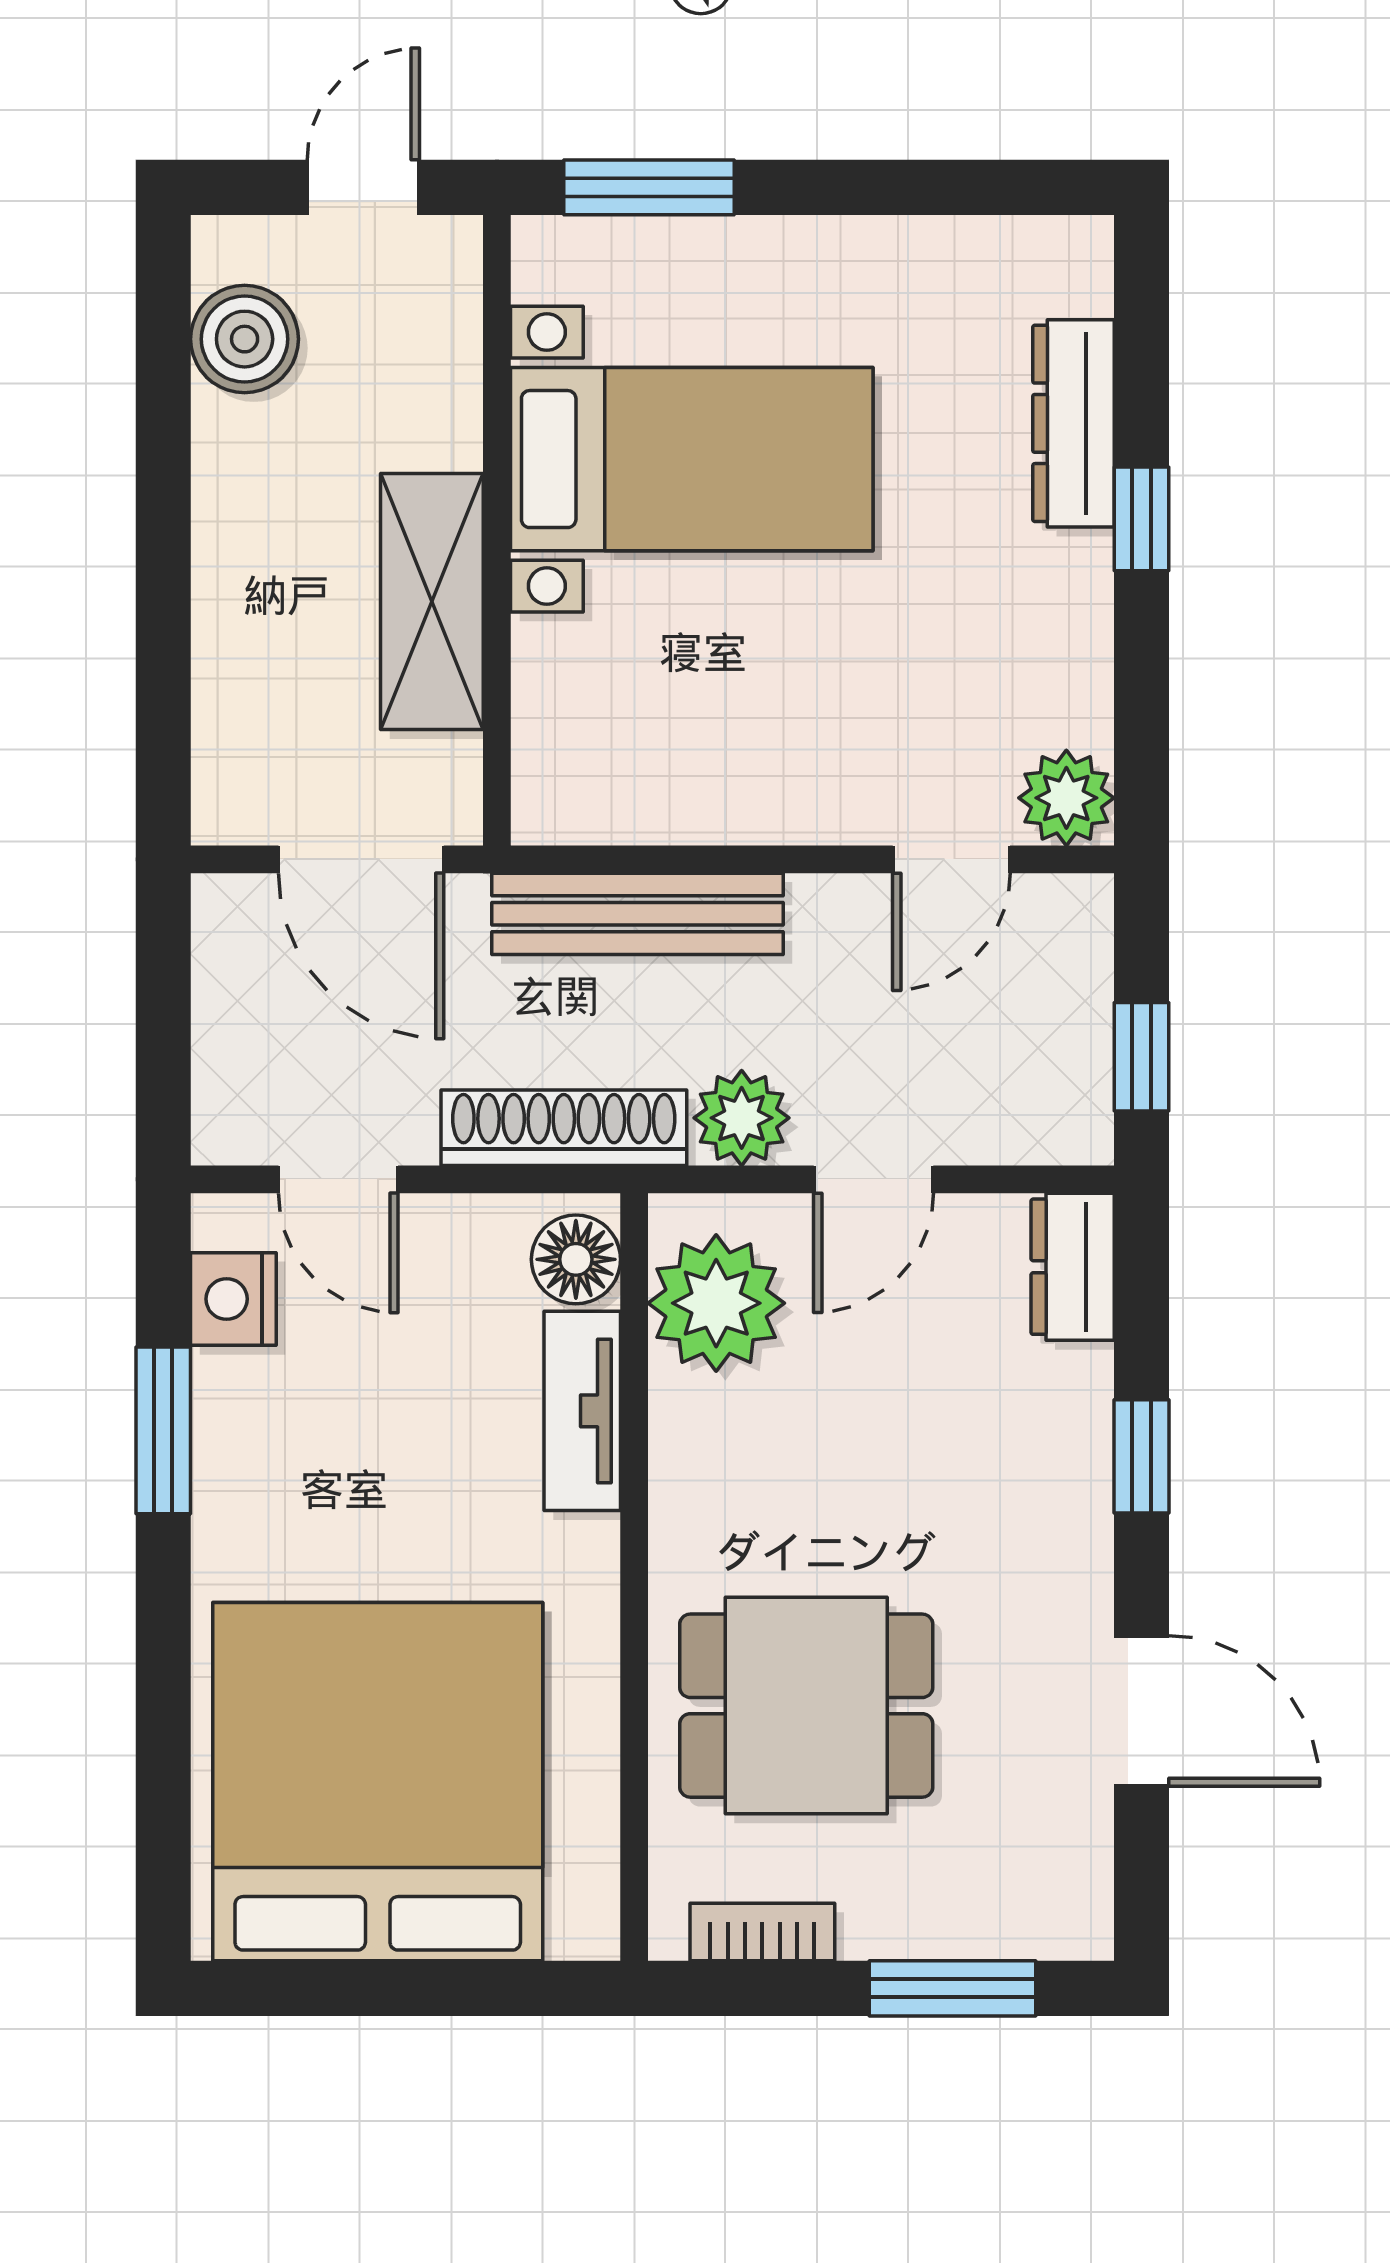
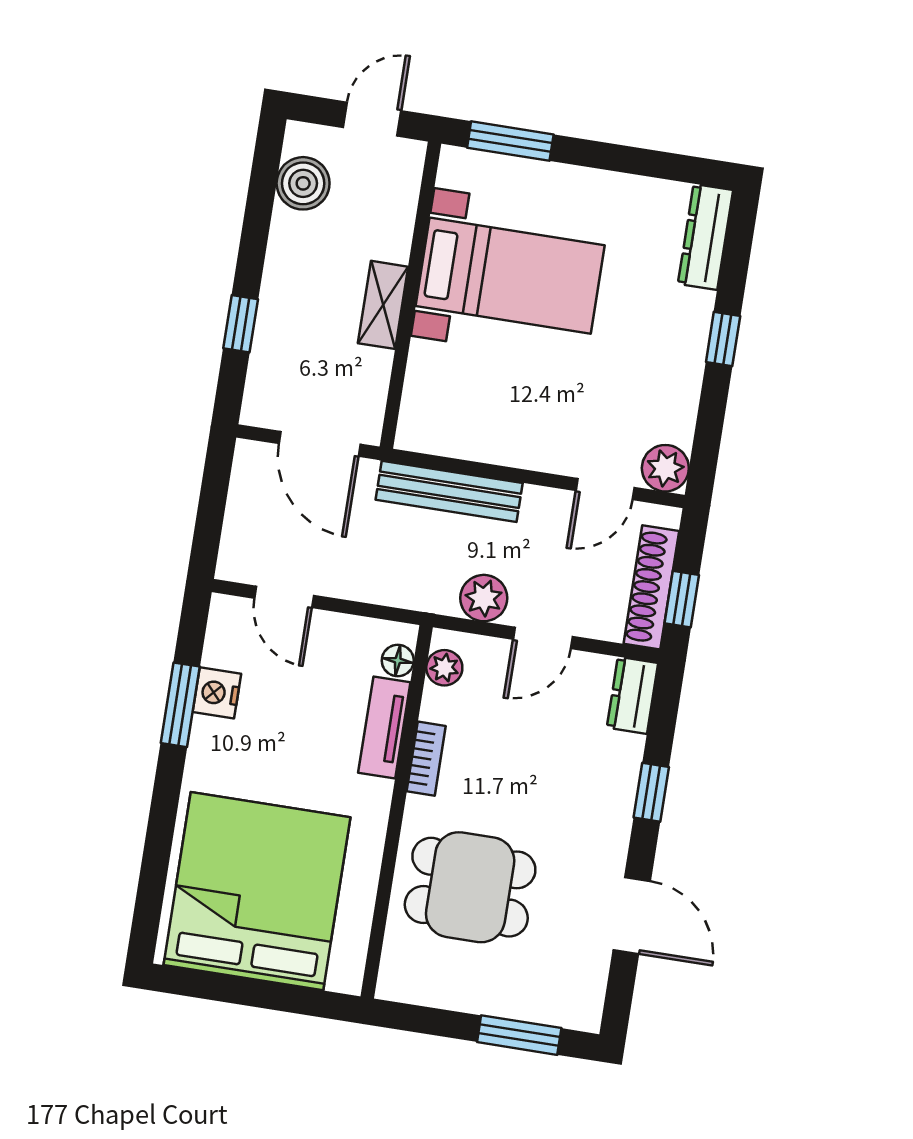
dresser: (1073, 423) -> (705, 237), moved
shelving: (432, 602) -> (383, 305), width x0.67, depth x0.75
window: (163, 642) -> (241, 324), added
shoe rack: (564, 1128) -> (651, 587), moved, turned -90
floor lamp: (576, 1259) -> (398, 661), width x0.73, depth x0.73
nightstand: (233, 1299) -> (217, 693), moved
plant: (716, 1303) -> (444, 668), width x0.53, depth x0.53
bookcase: (762, 1932) -> (426, 759), moved, turned 90

